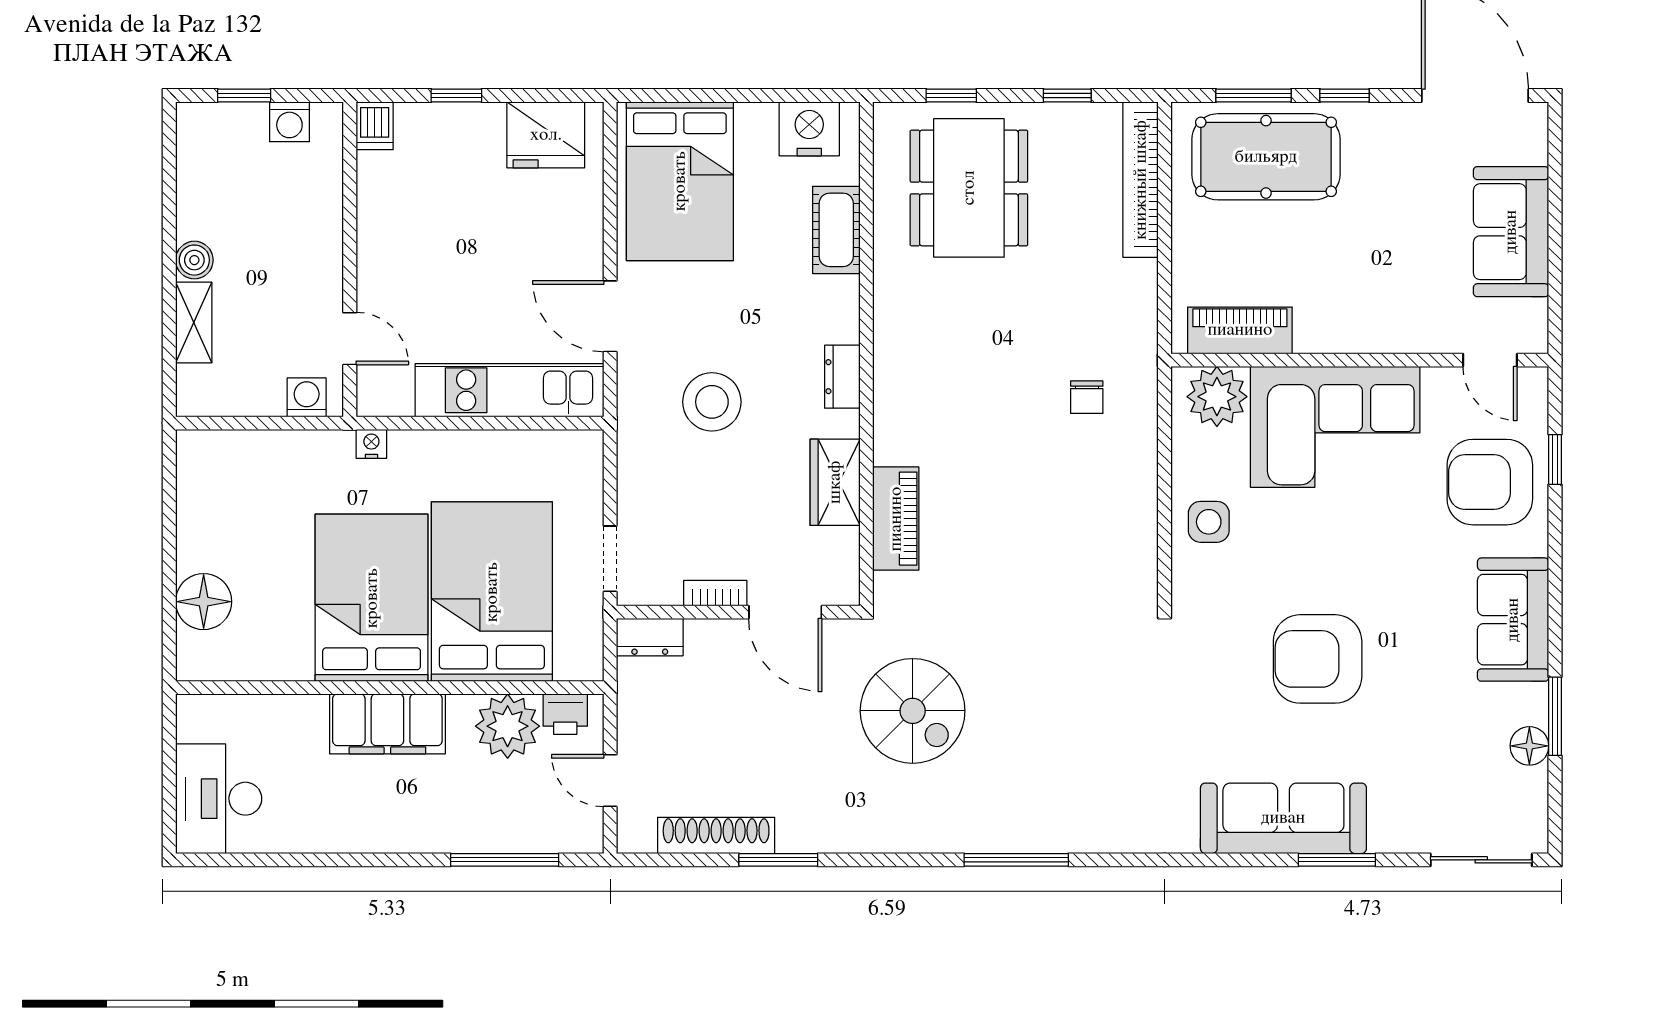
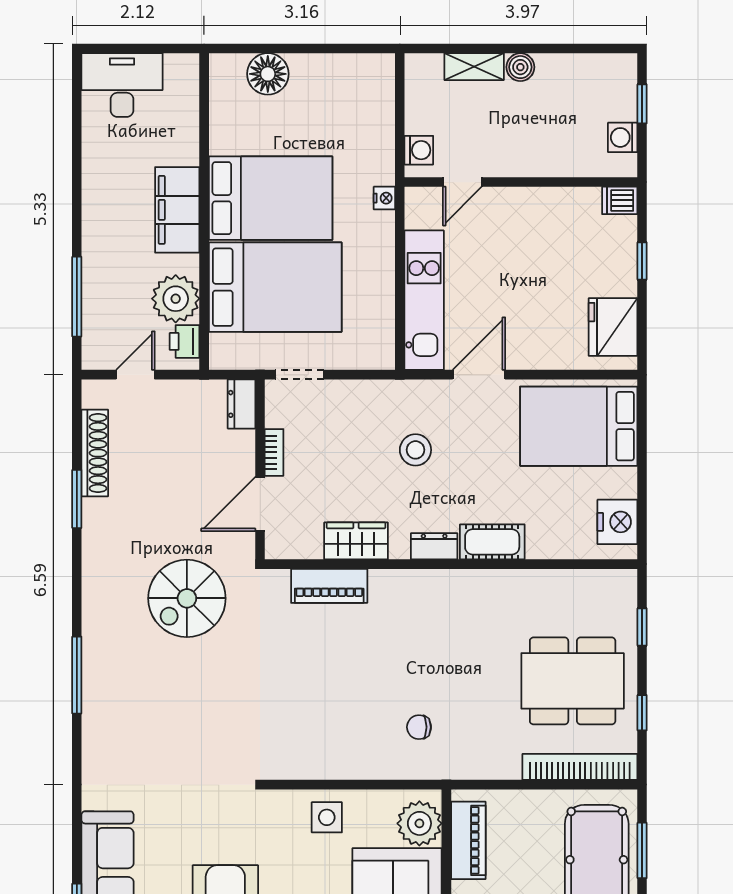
dining table: (969, 188) -> (573, 681), moved
cot: (836, 230) -> (492, 542), moved
stool: (712, 402) -> (415, 450), width x0.73, depth x0.73

